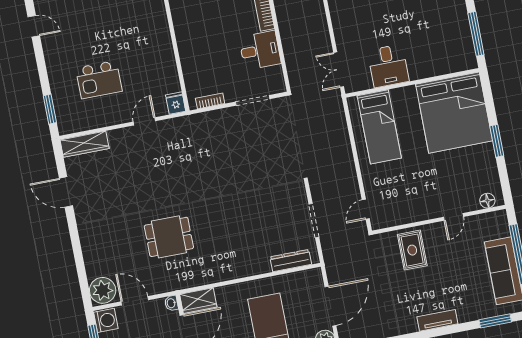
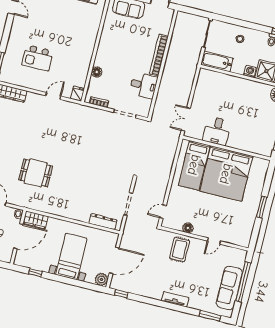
floor lamp: (188, 62) -> (97, 72), added
bed: (454, 113) -> (226, 174), moved
floor lamp: (487, 201) -> (188, 228), moved

